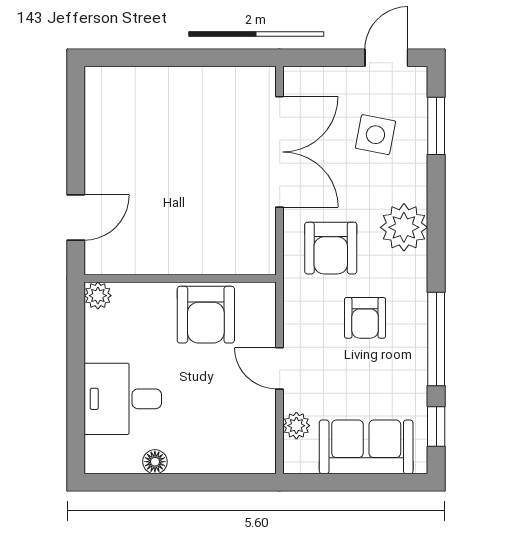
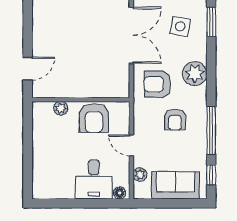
armchair: (331, 248) -> (157, 84), turned 90
plant: (98, 296) -> (61, 108), moved
desk: (123, 399) -> (94, 179), moved, turned -90
floor lamp: (155, 462) -> (120, 193), moved

